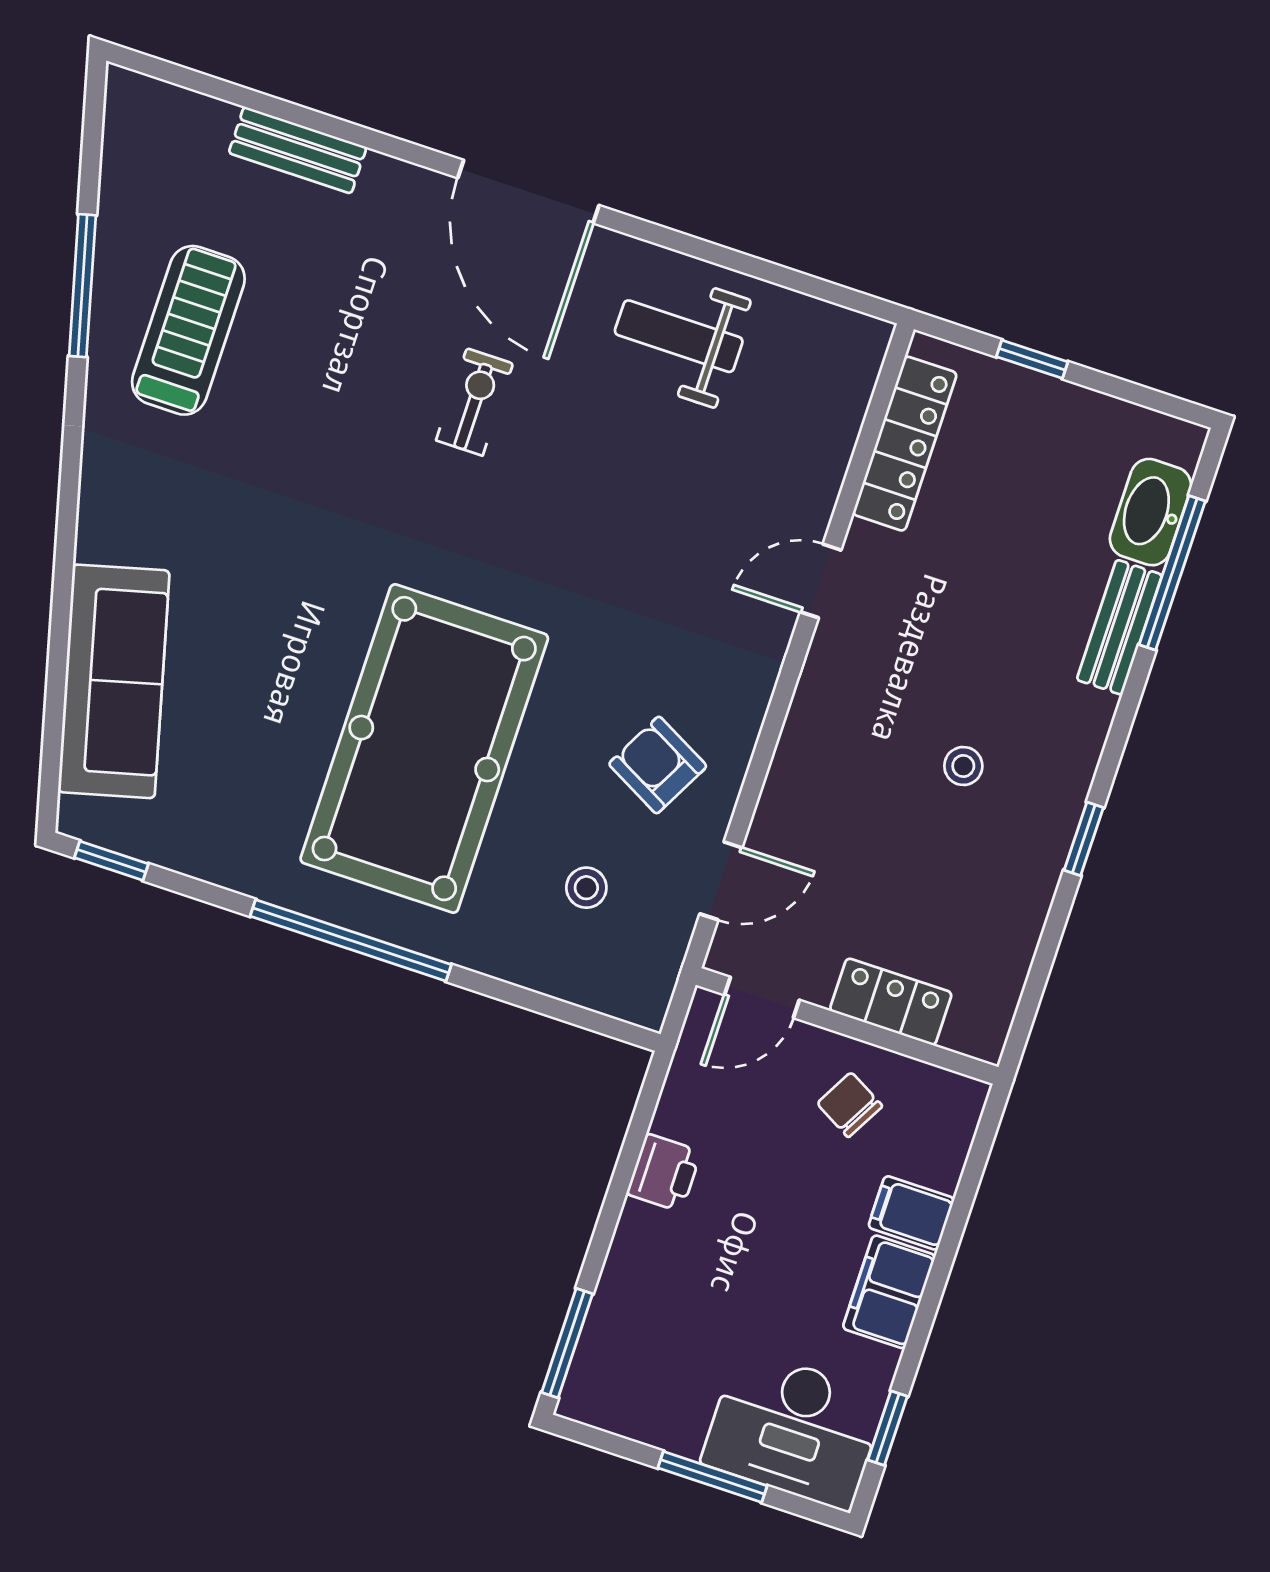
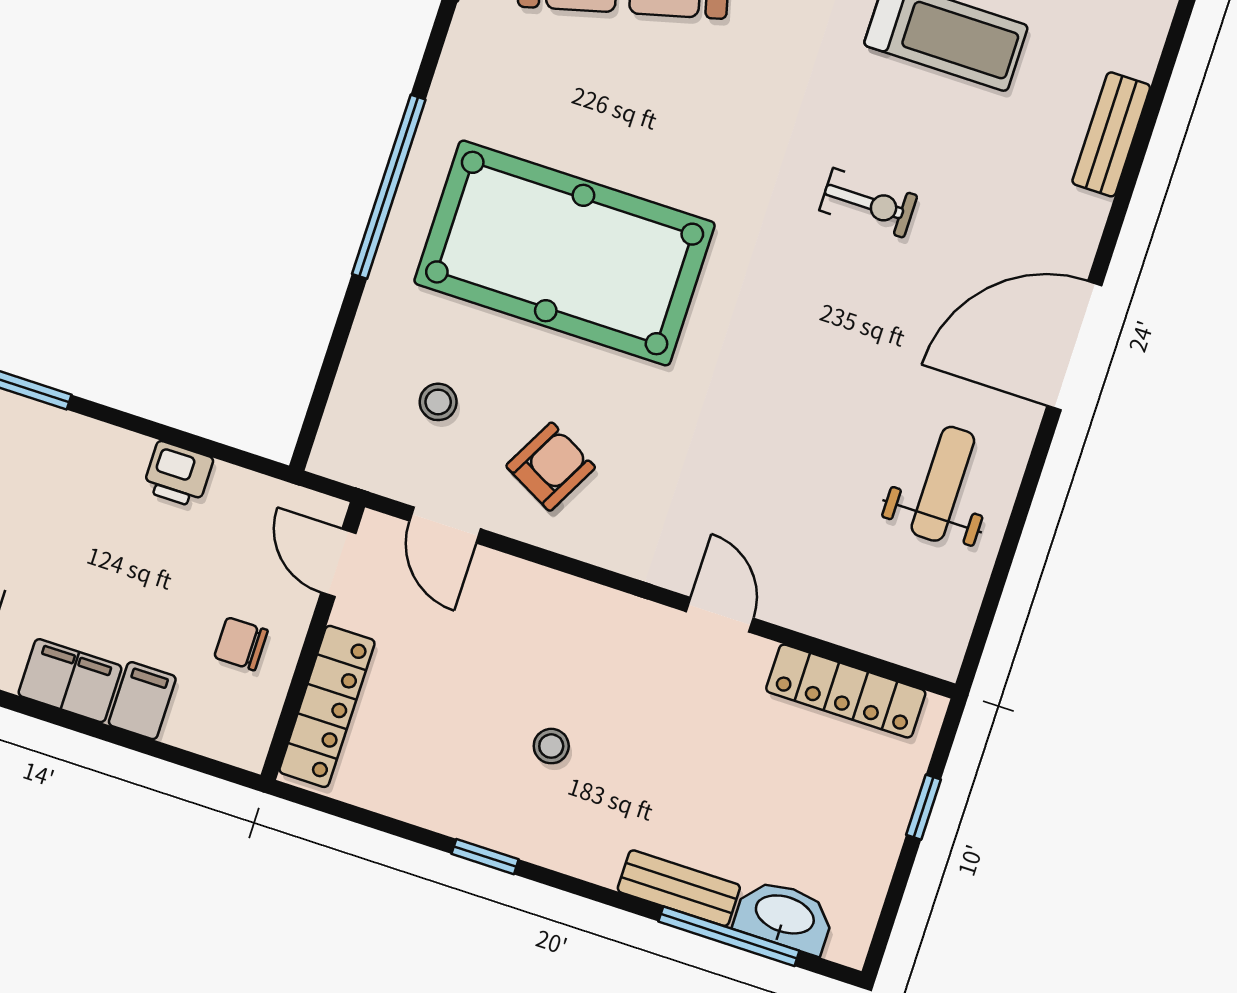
exercise bike: (475, 402) -> (868, 203), moved
locker: (891, 1002) -> (327, 706), width x1.53
chair: (850, 1105) -> (241, 644), turned -119

